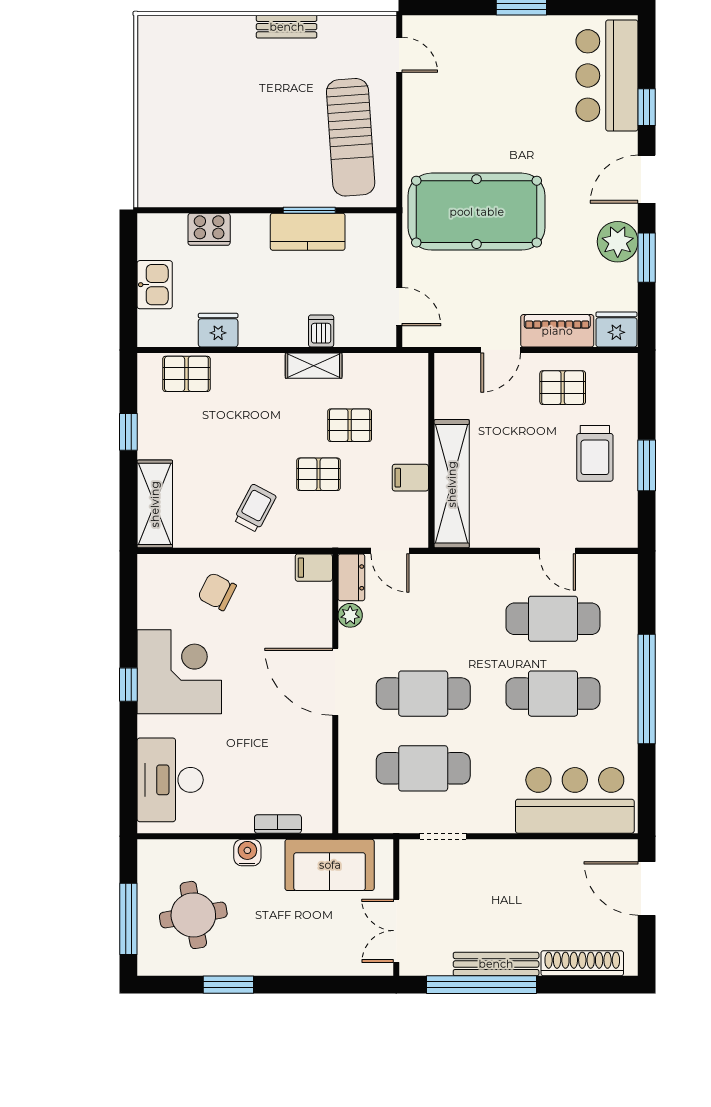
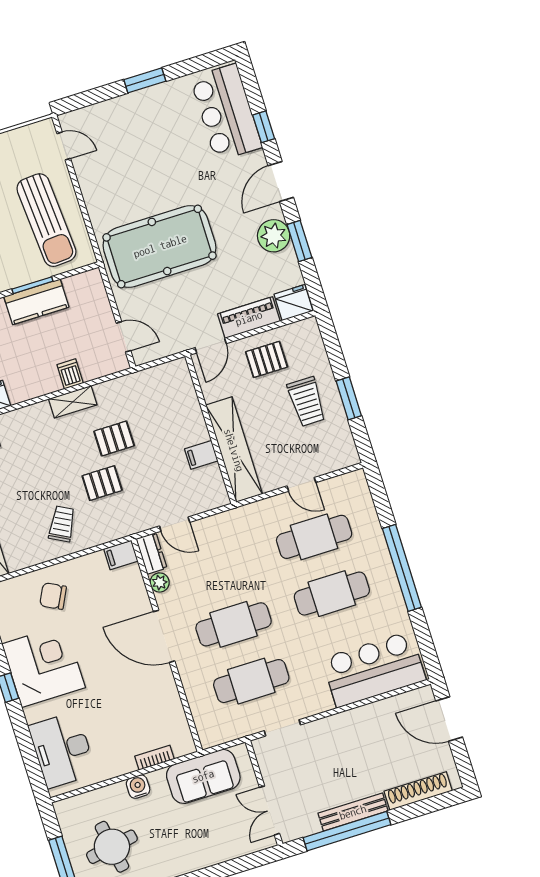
wall: (431, 450) -> (211, 429), moved
filing cabinet: (410, 478) -> (201, 455), moved
shelving: (452, 484) -> (234, 450), moved

